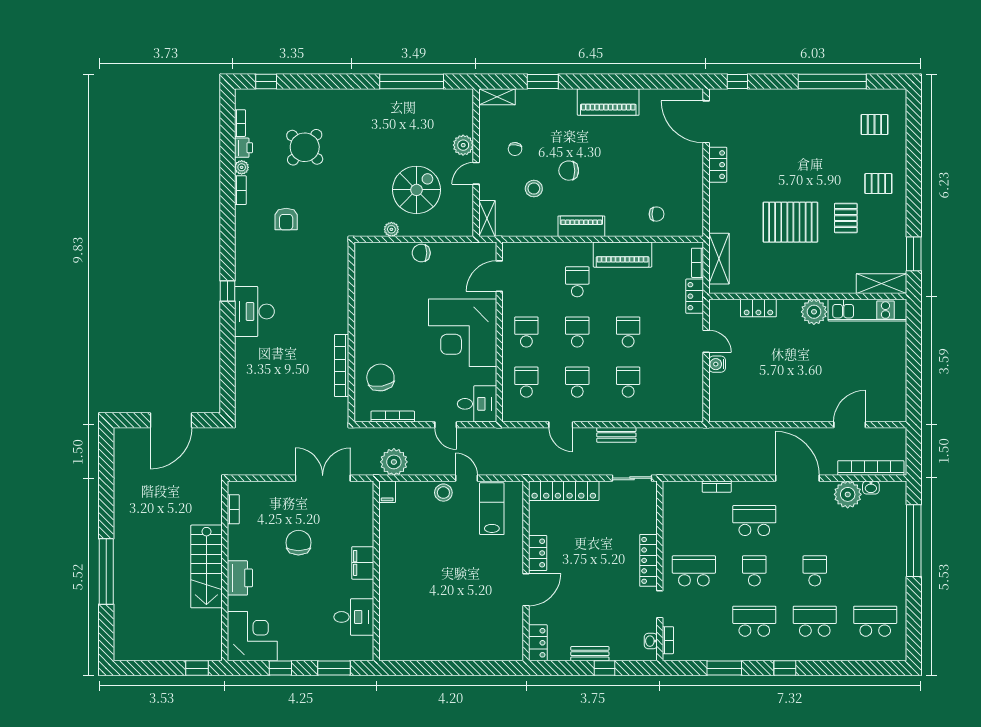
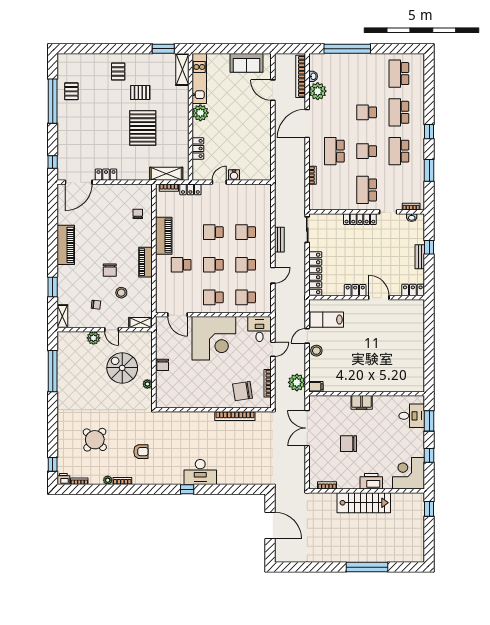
pallet: (874, 125) -> (71, 91), moved
printer: (243, 148) -> (63, 479), moved
sofa: (892, 384) -> (247, 63), added
desk: (354, 617) -> (412, 416), moved, turned 90

